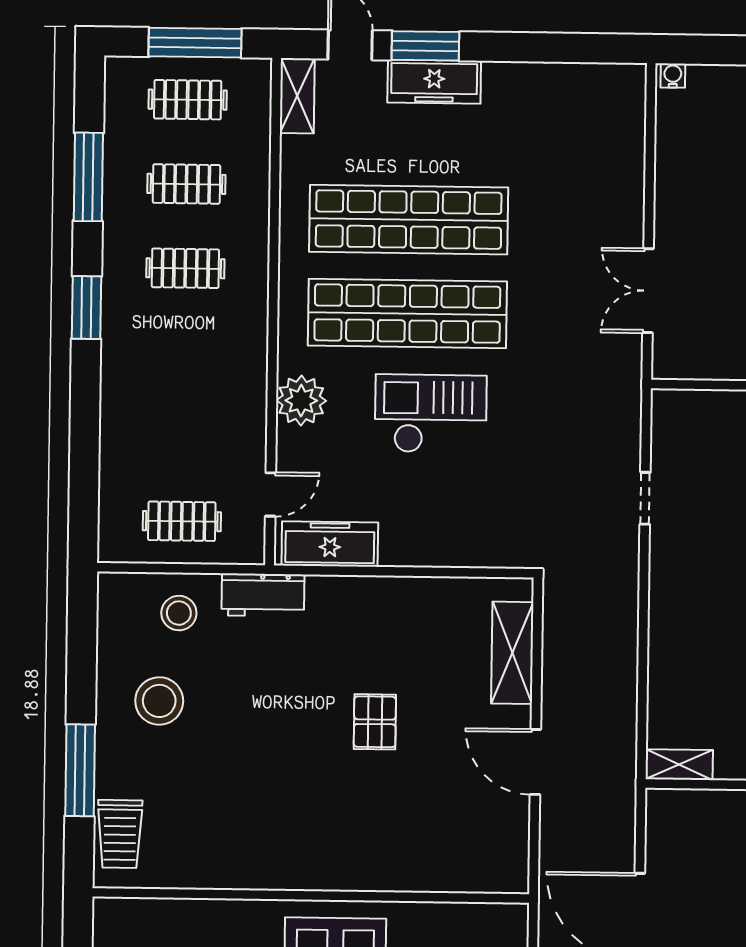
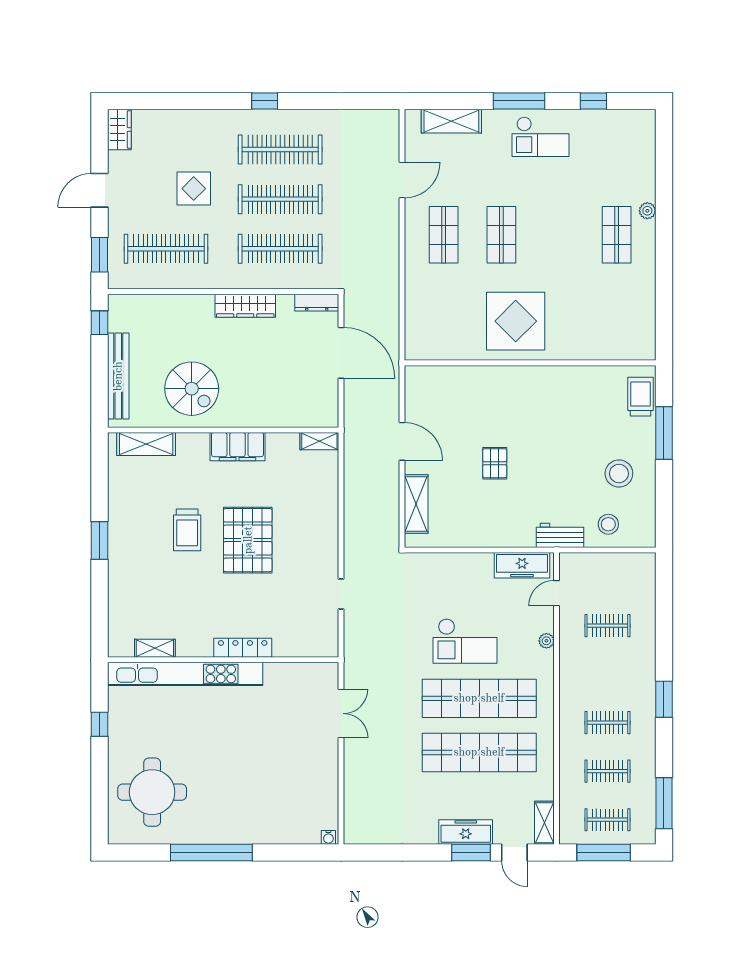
window: (88, 177) -> (664, 803), moved
plant: (301, 400) -> (546, 641), width x0.53, depth x0.53
clothes rail: (182, 521) -> (607, 626), moved

